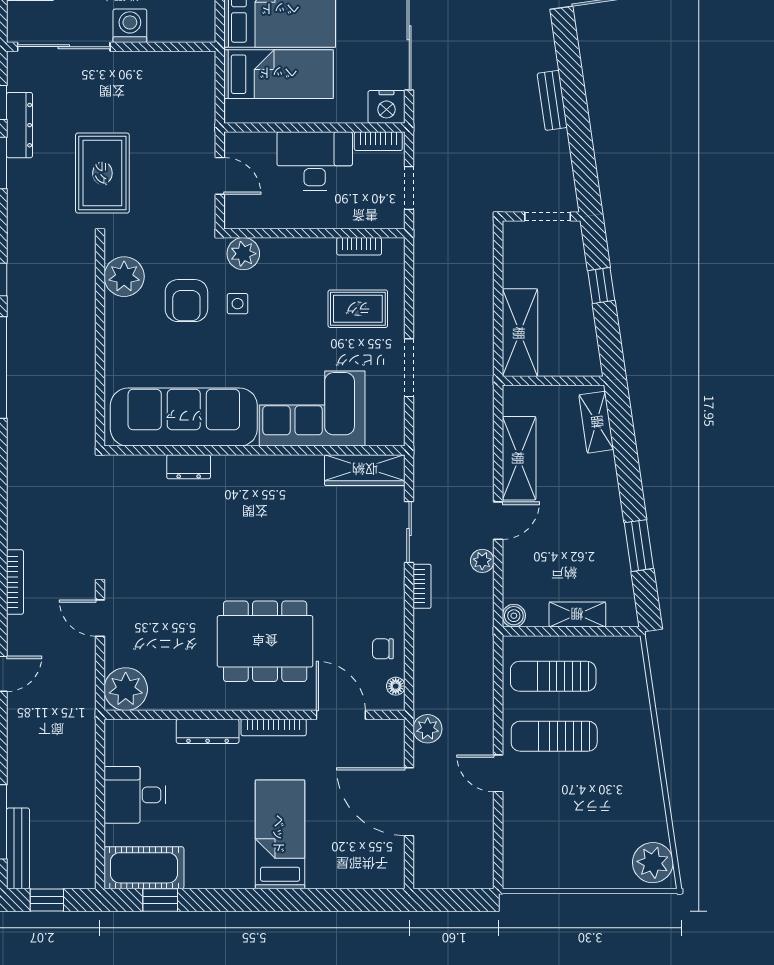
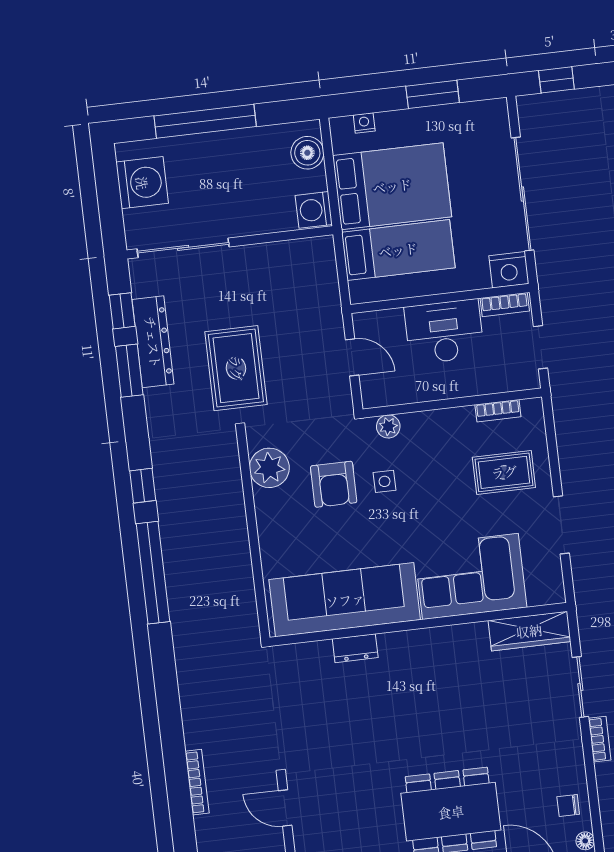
washing machine: (130, 26) -> (314, 210), moved, turned -90
dresser: (20, 125) -> (153, 342), width x1.37, depth x1.24
plant: (243, 254) -> (388, 426), width x0.73, depth x0.73

